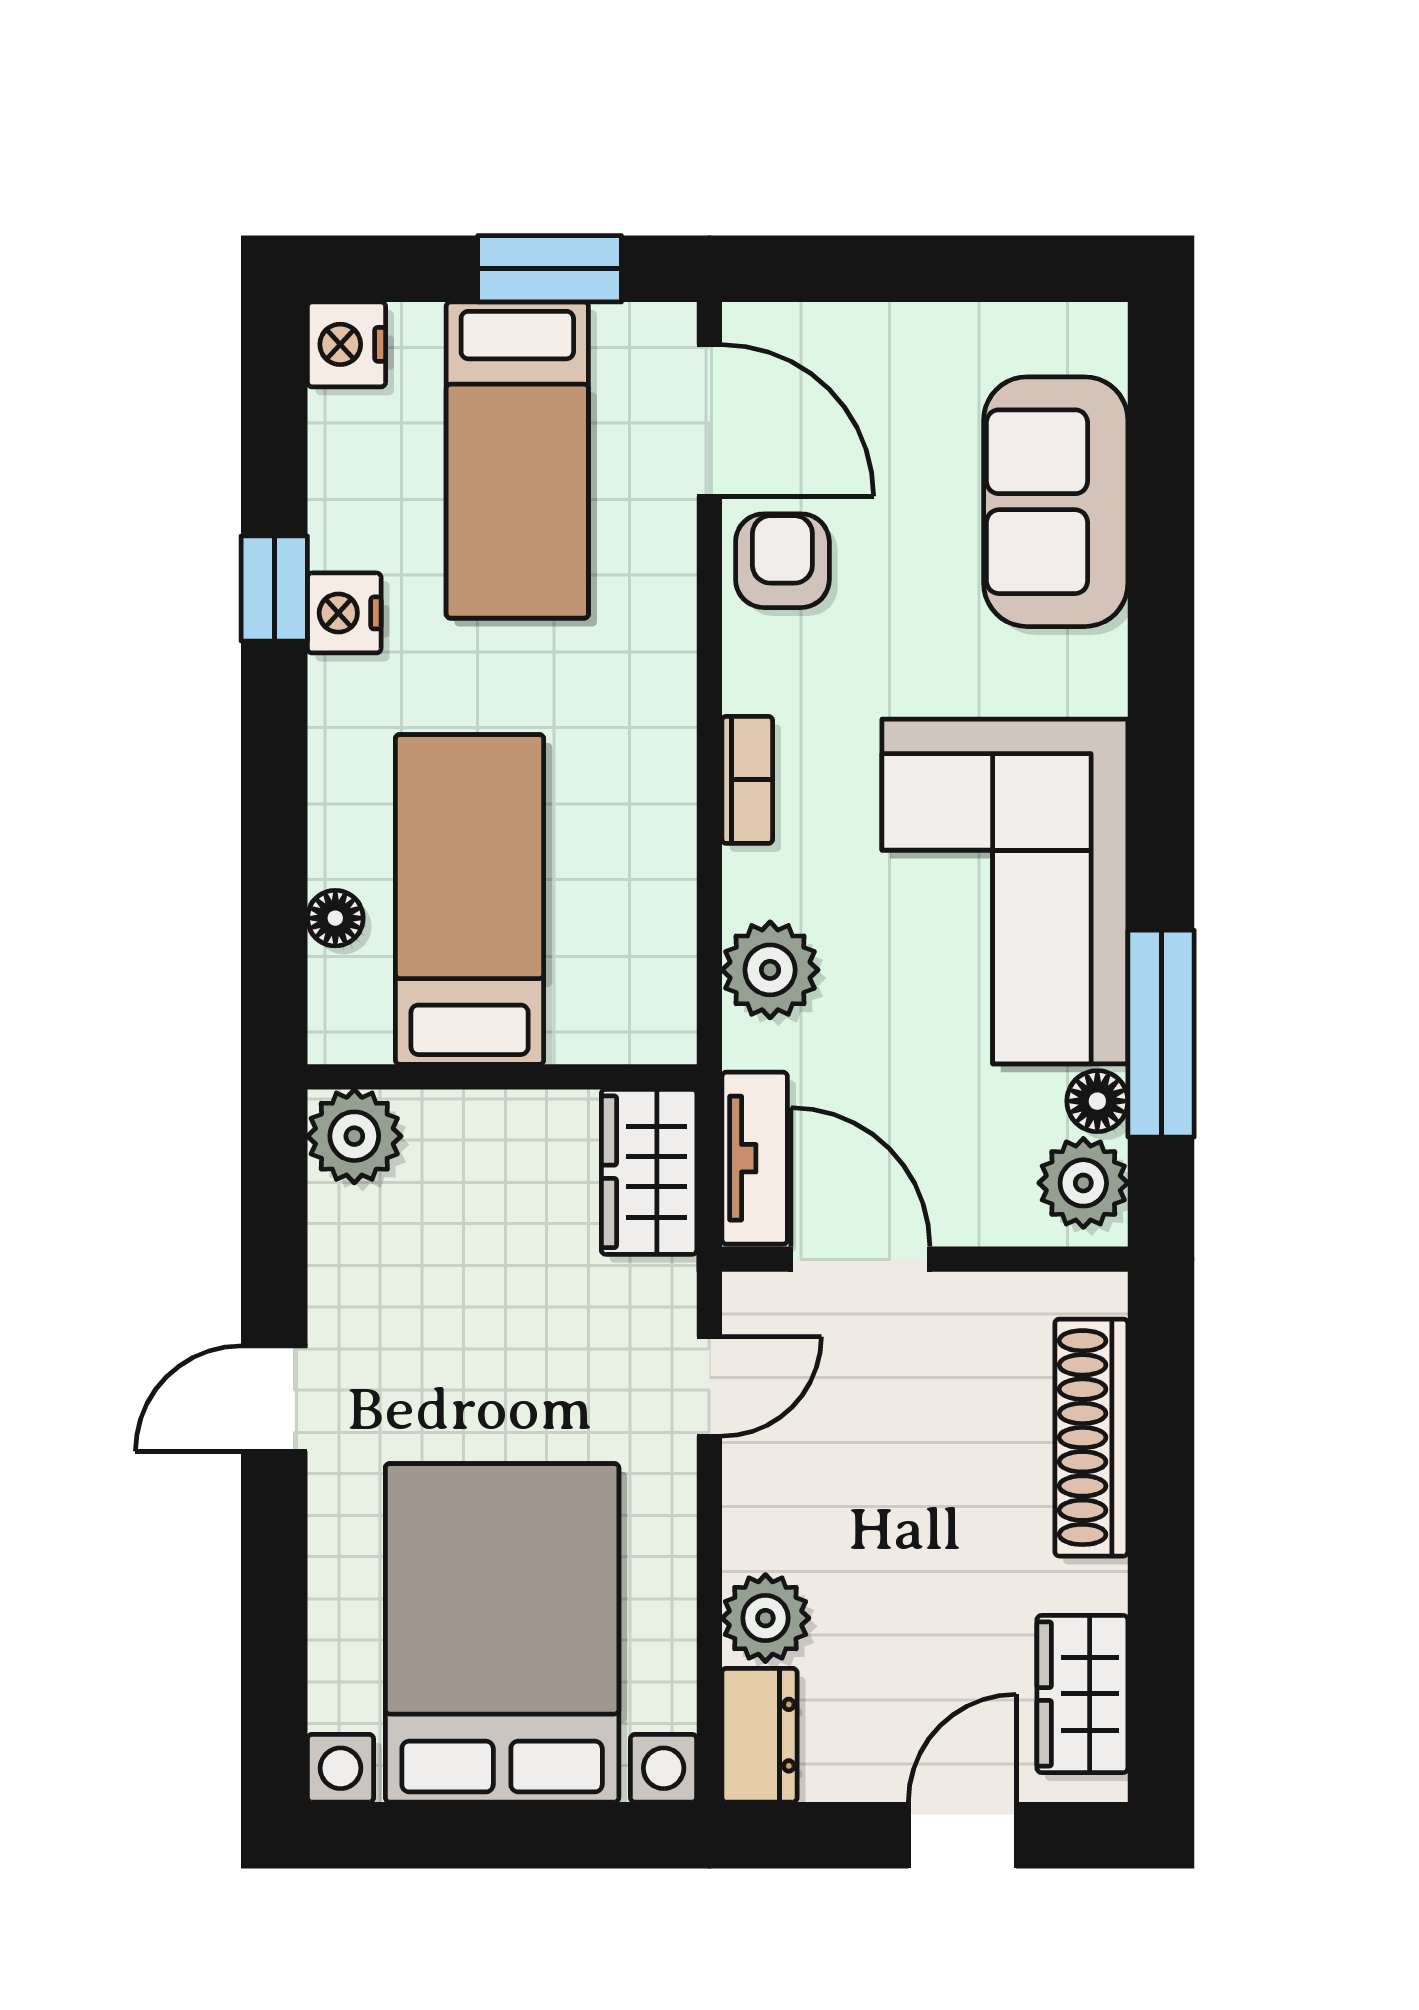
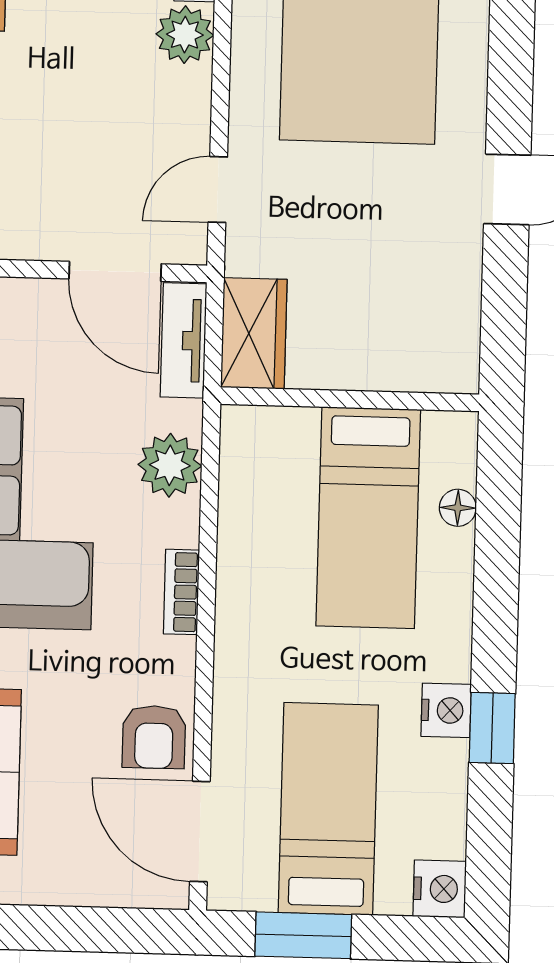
plant: (354, 1136) -> (449, 362), removed

